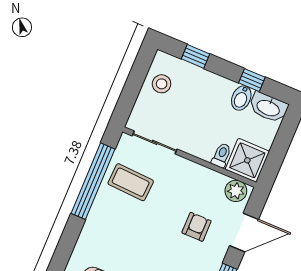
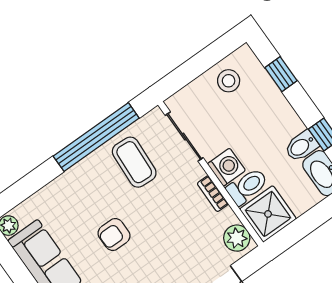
washing machine: (198, 145) -> (226, 167), added
toilet: (221, 155) -> (247, 186), width x1.37, depth x1.39
bookcase: (200, 170) -> (213, 194), added
armchair: (197, 227) -> (114, 234), moved, turned 180

